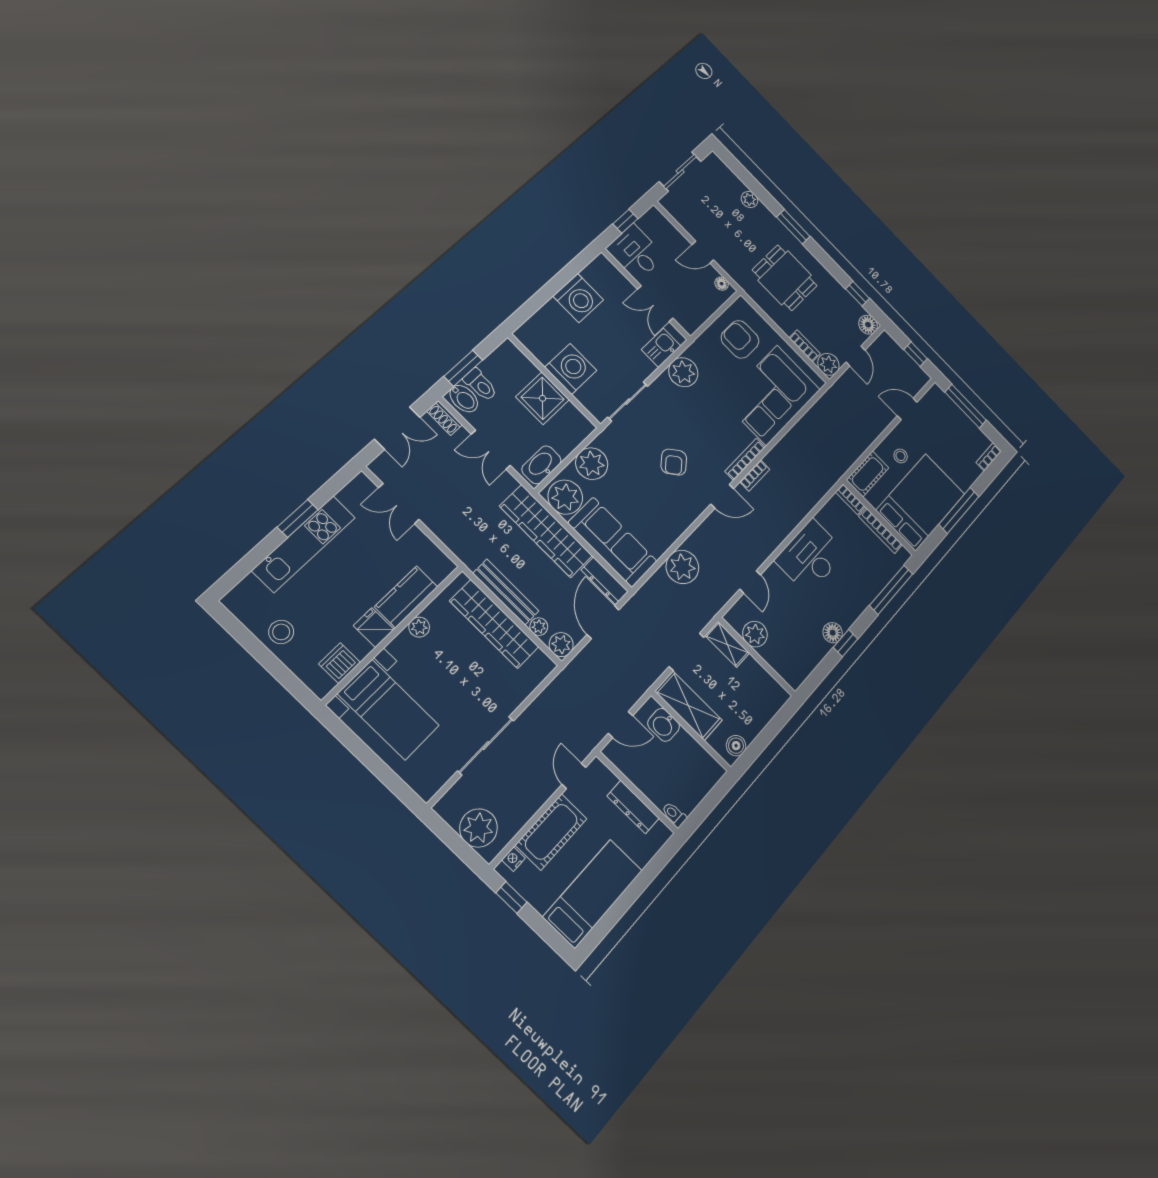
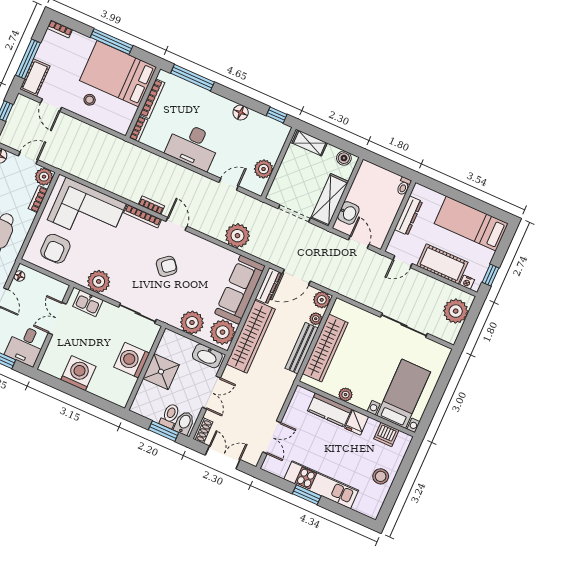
double door: (655, 304) -> (57, 318), swing flipped
cot: (868, 474) -> (35, 78), moved, turned 90
window: (846, 643) -> (277, 115), moved
shelving: (727, 644) -> (310, 143), moved, turned 90

